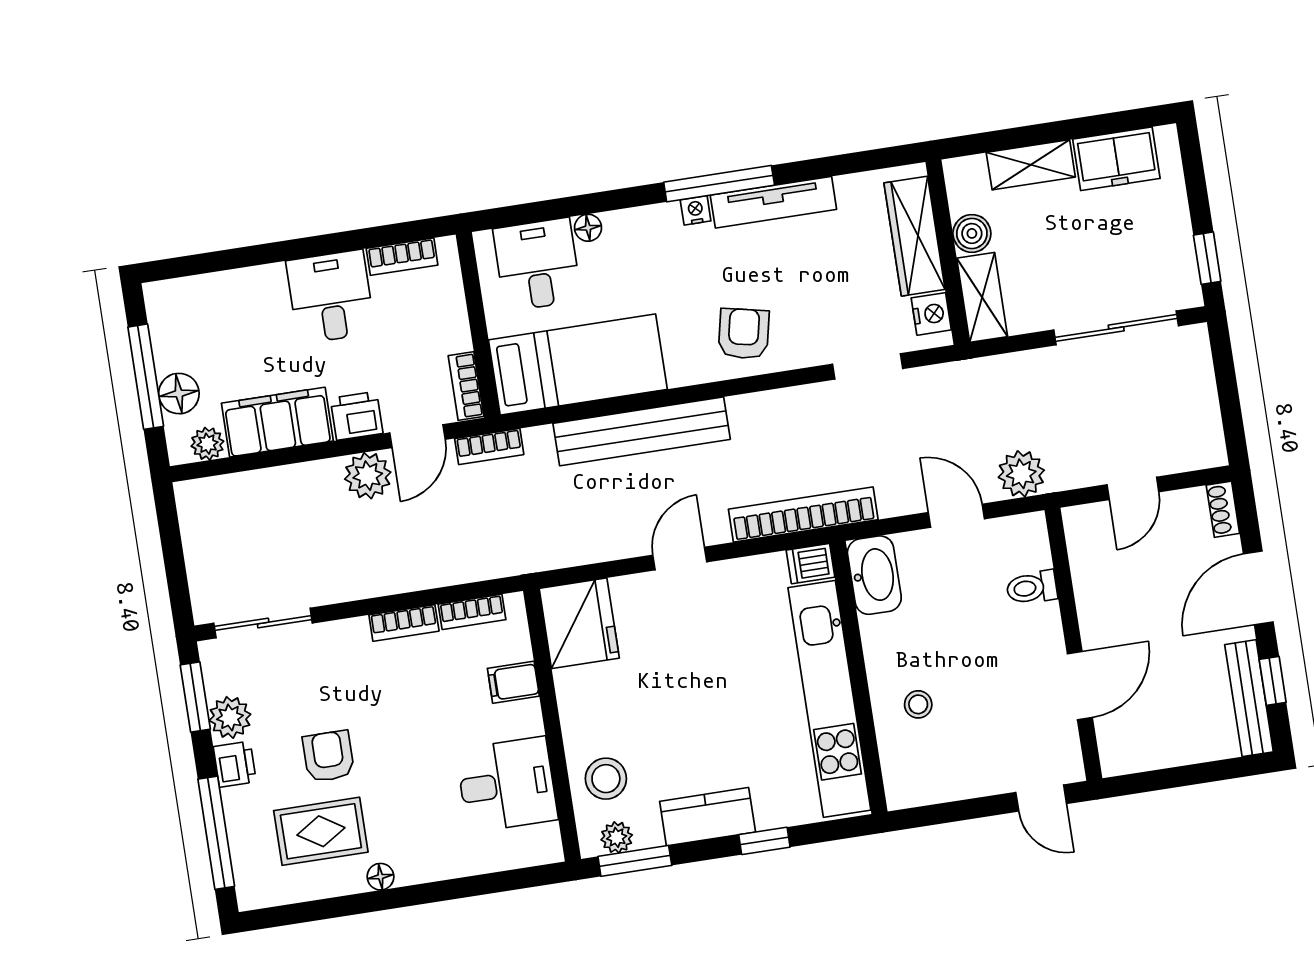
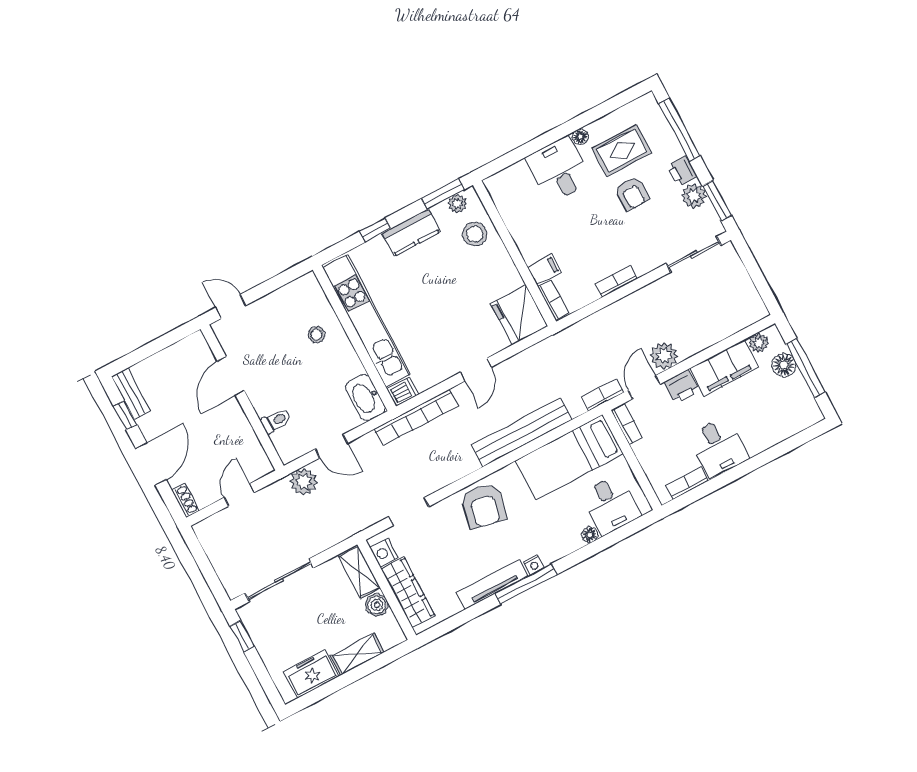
armchair: (744, 334) -> (484, 506), width x1.38, depth x1.38
bookcase: (472, 612) -> (553, 300), moved, turned 90
bench: (1249, 698) -> (131, 394), width x0.73
desk: (507, 785) -> (559, 170), moved, turned 90

